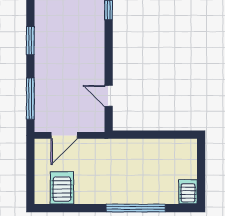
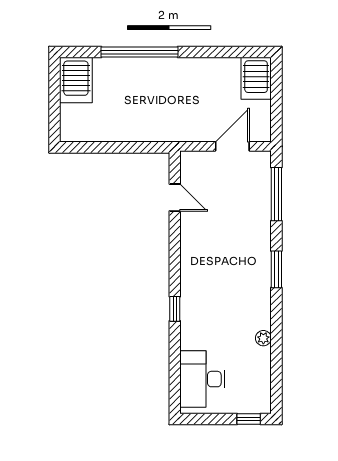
server rack: (62, 188) -> (256, 78), moved
server rack: (188, 192) -> (76, 80), width x1.36, depth x1.44

